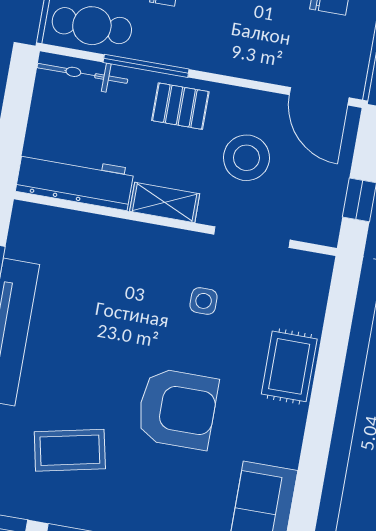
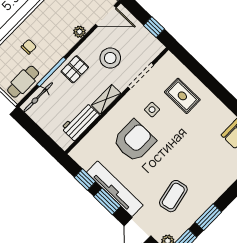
plant: (256, 67) -> (79, 32), added
workbench: (75, 180) -> (80, 122), width x0.73
rug: (289, 366) -> (182, 96), moved
armchair: (177, 409) -> (134, 141), moved

